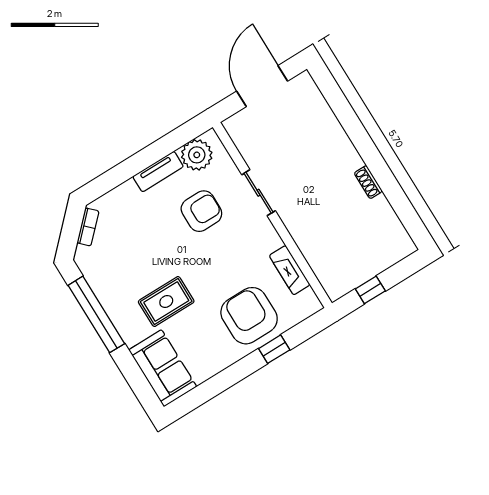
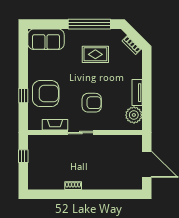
sliding door: (259, 193) -> (81, 133), moved
armchair: (201, 211) -> (92, 103), moved, turned -90
rug: (166, 302) -> (95, 54), moved, turned 90

